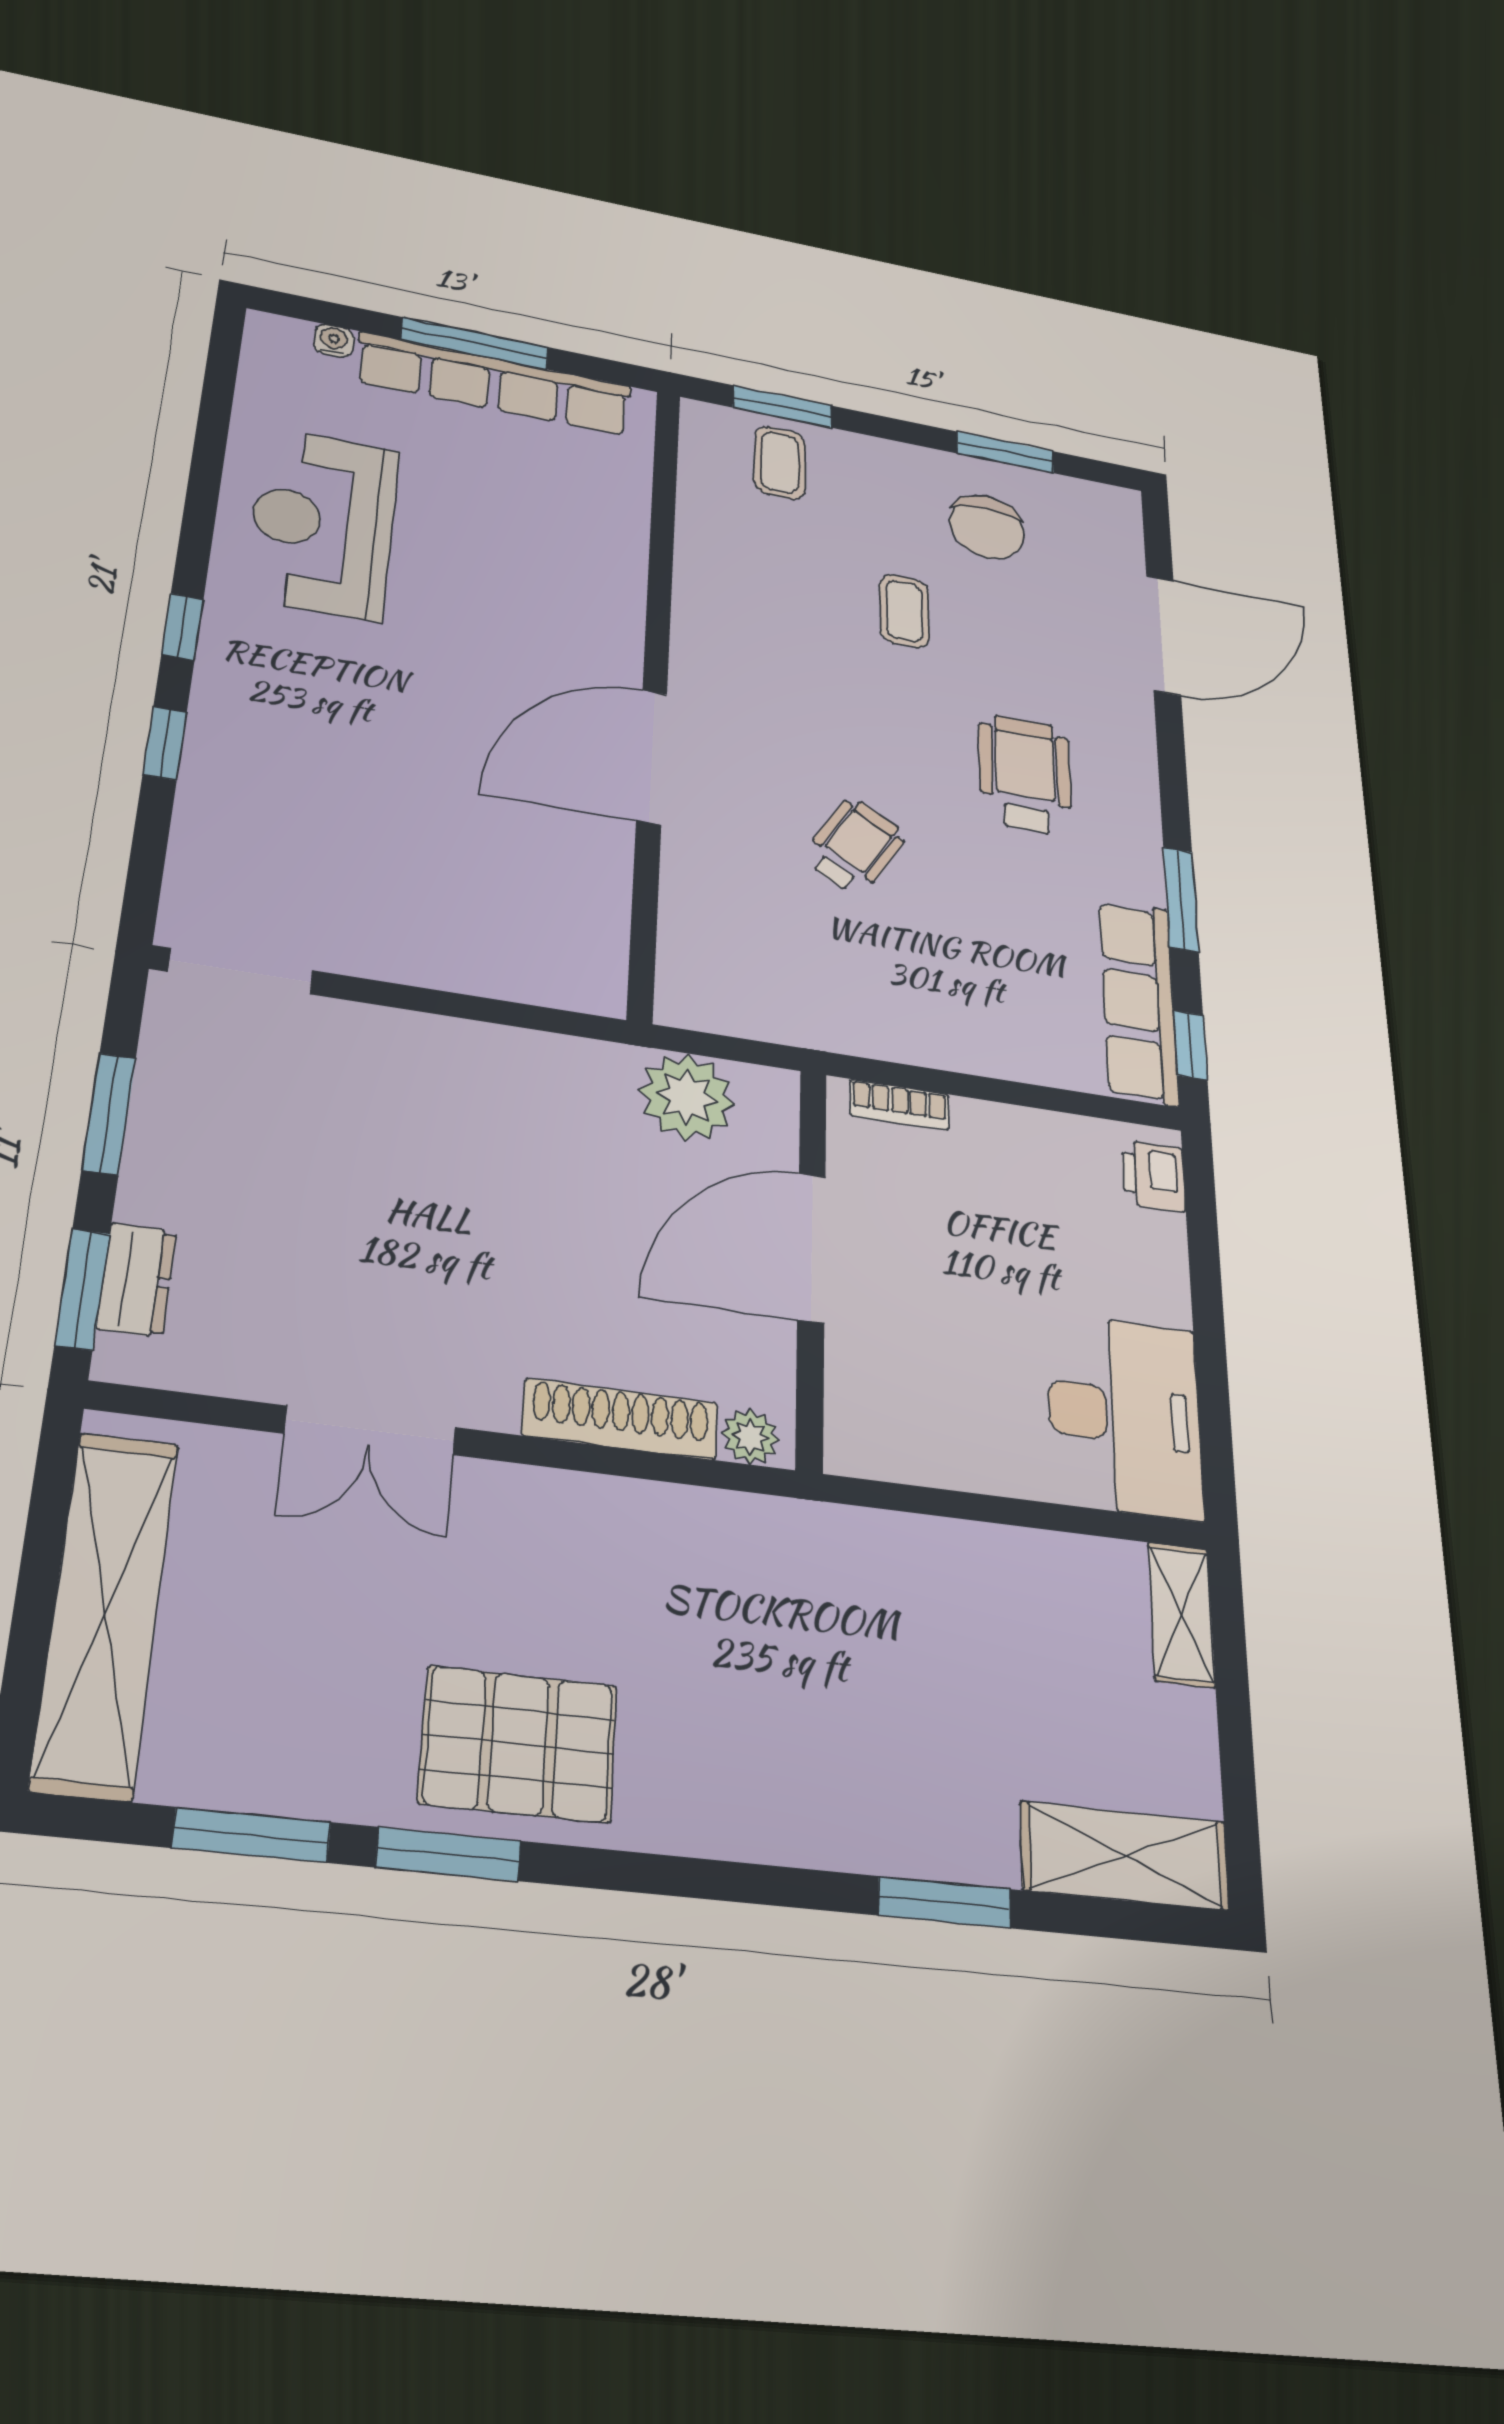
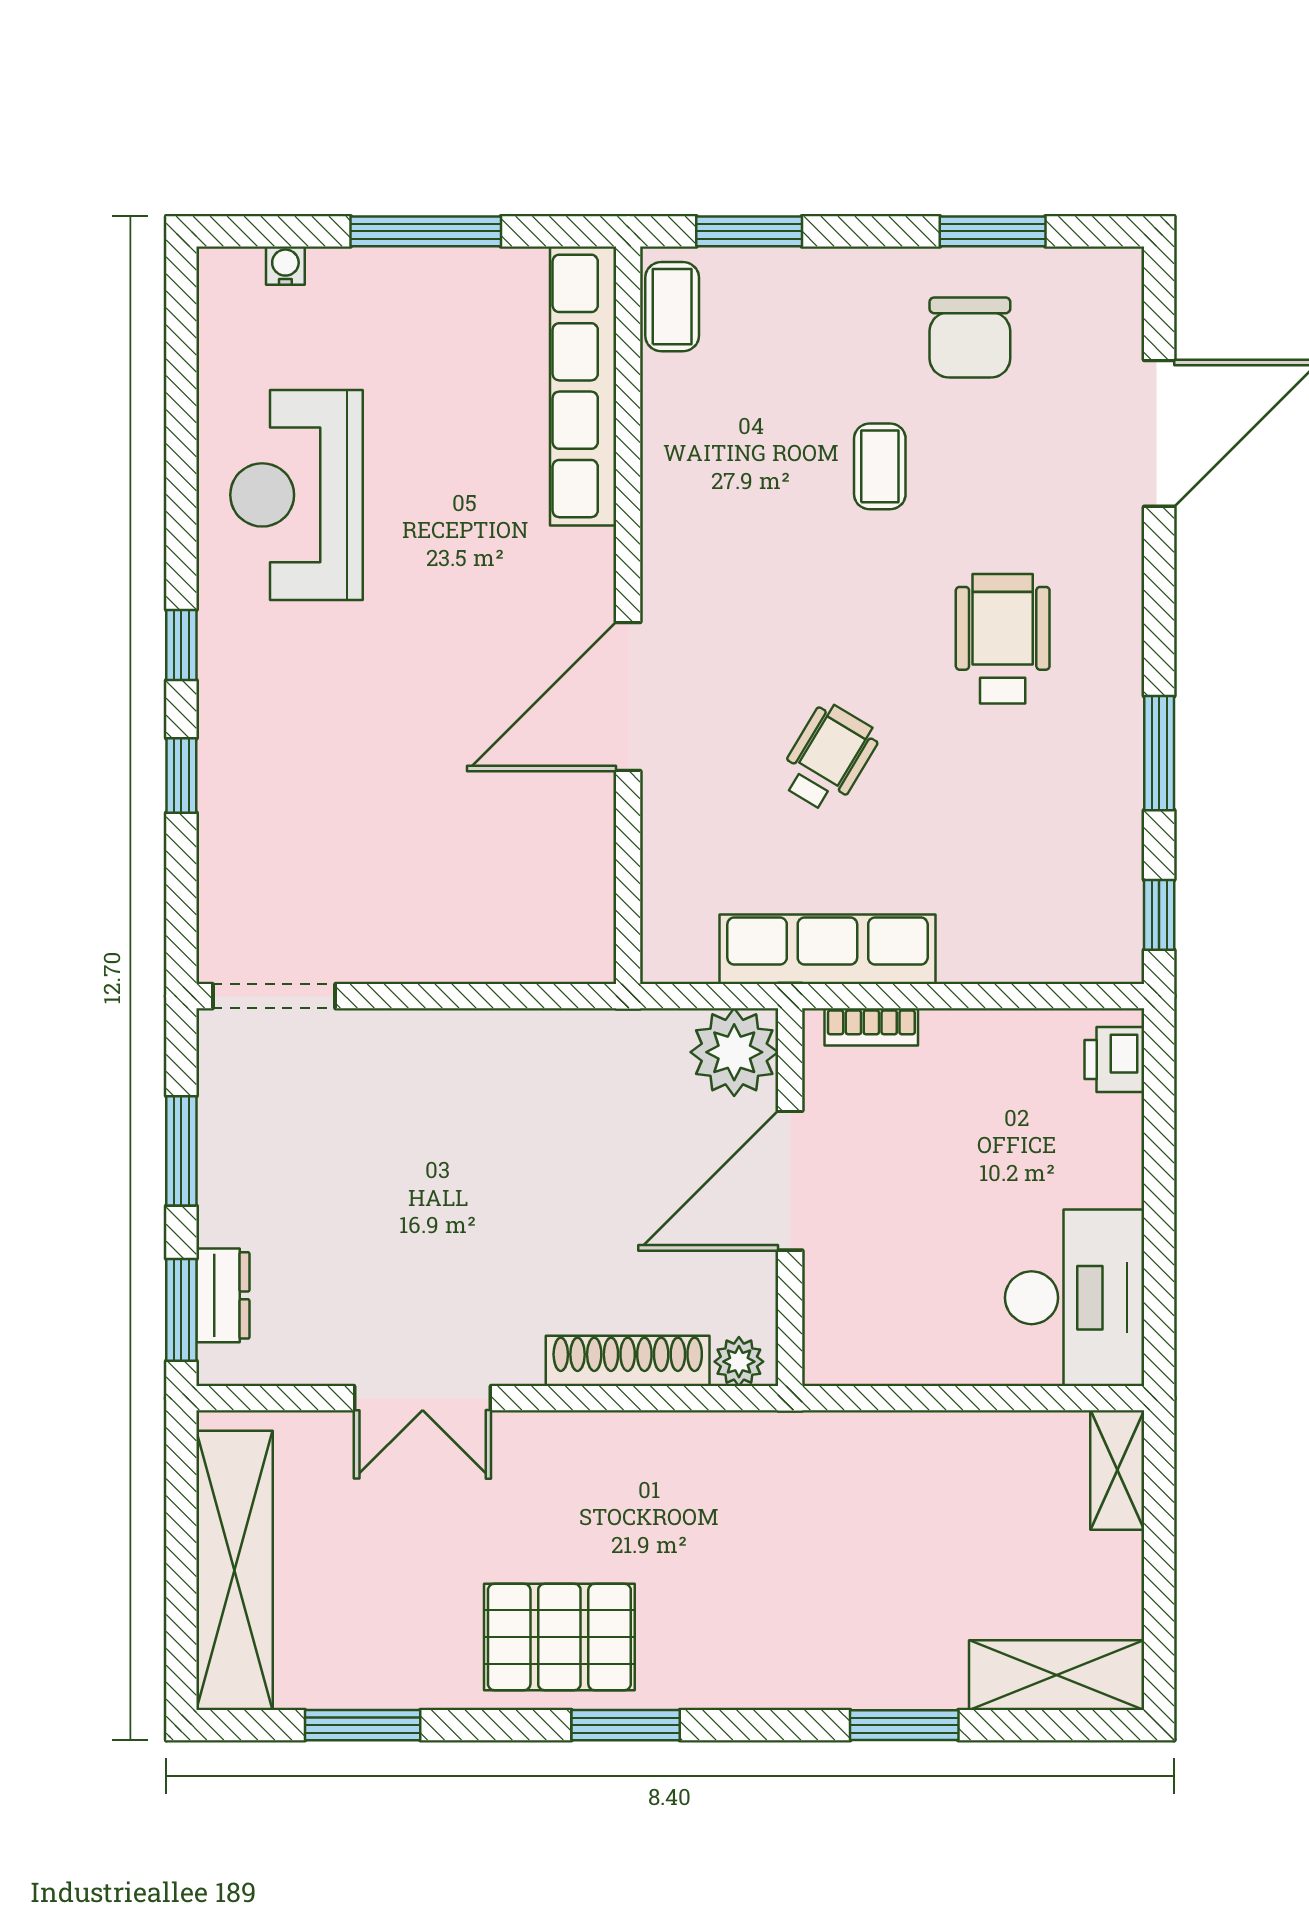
row of seats: (494, 384) -> (583, 386), moved, turned 90
coffee table: (780, 463) -> (672, 307), moved
row of seats: (1139, 1001) -> (827, 949), moved, turned 90
plant: (687, 1097) -> (734, 1052), moved
window: (448, 1854) -> (626, 1725), moved

